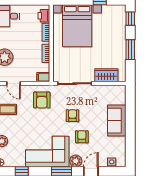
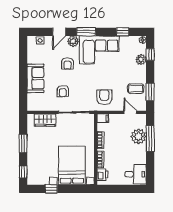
armchair: (72, 116) -> (63, 91), moved

